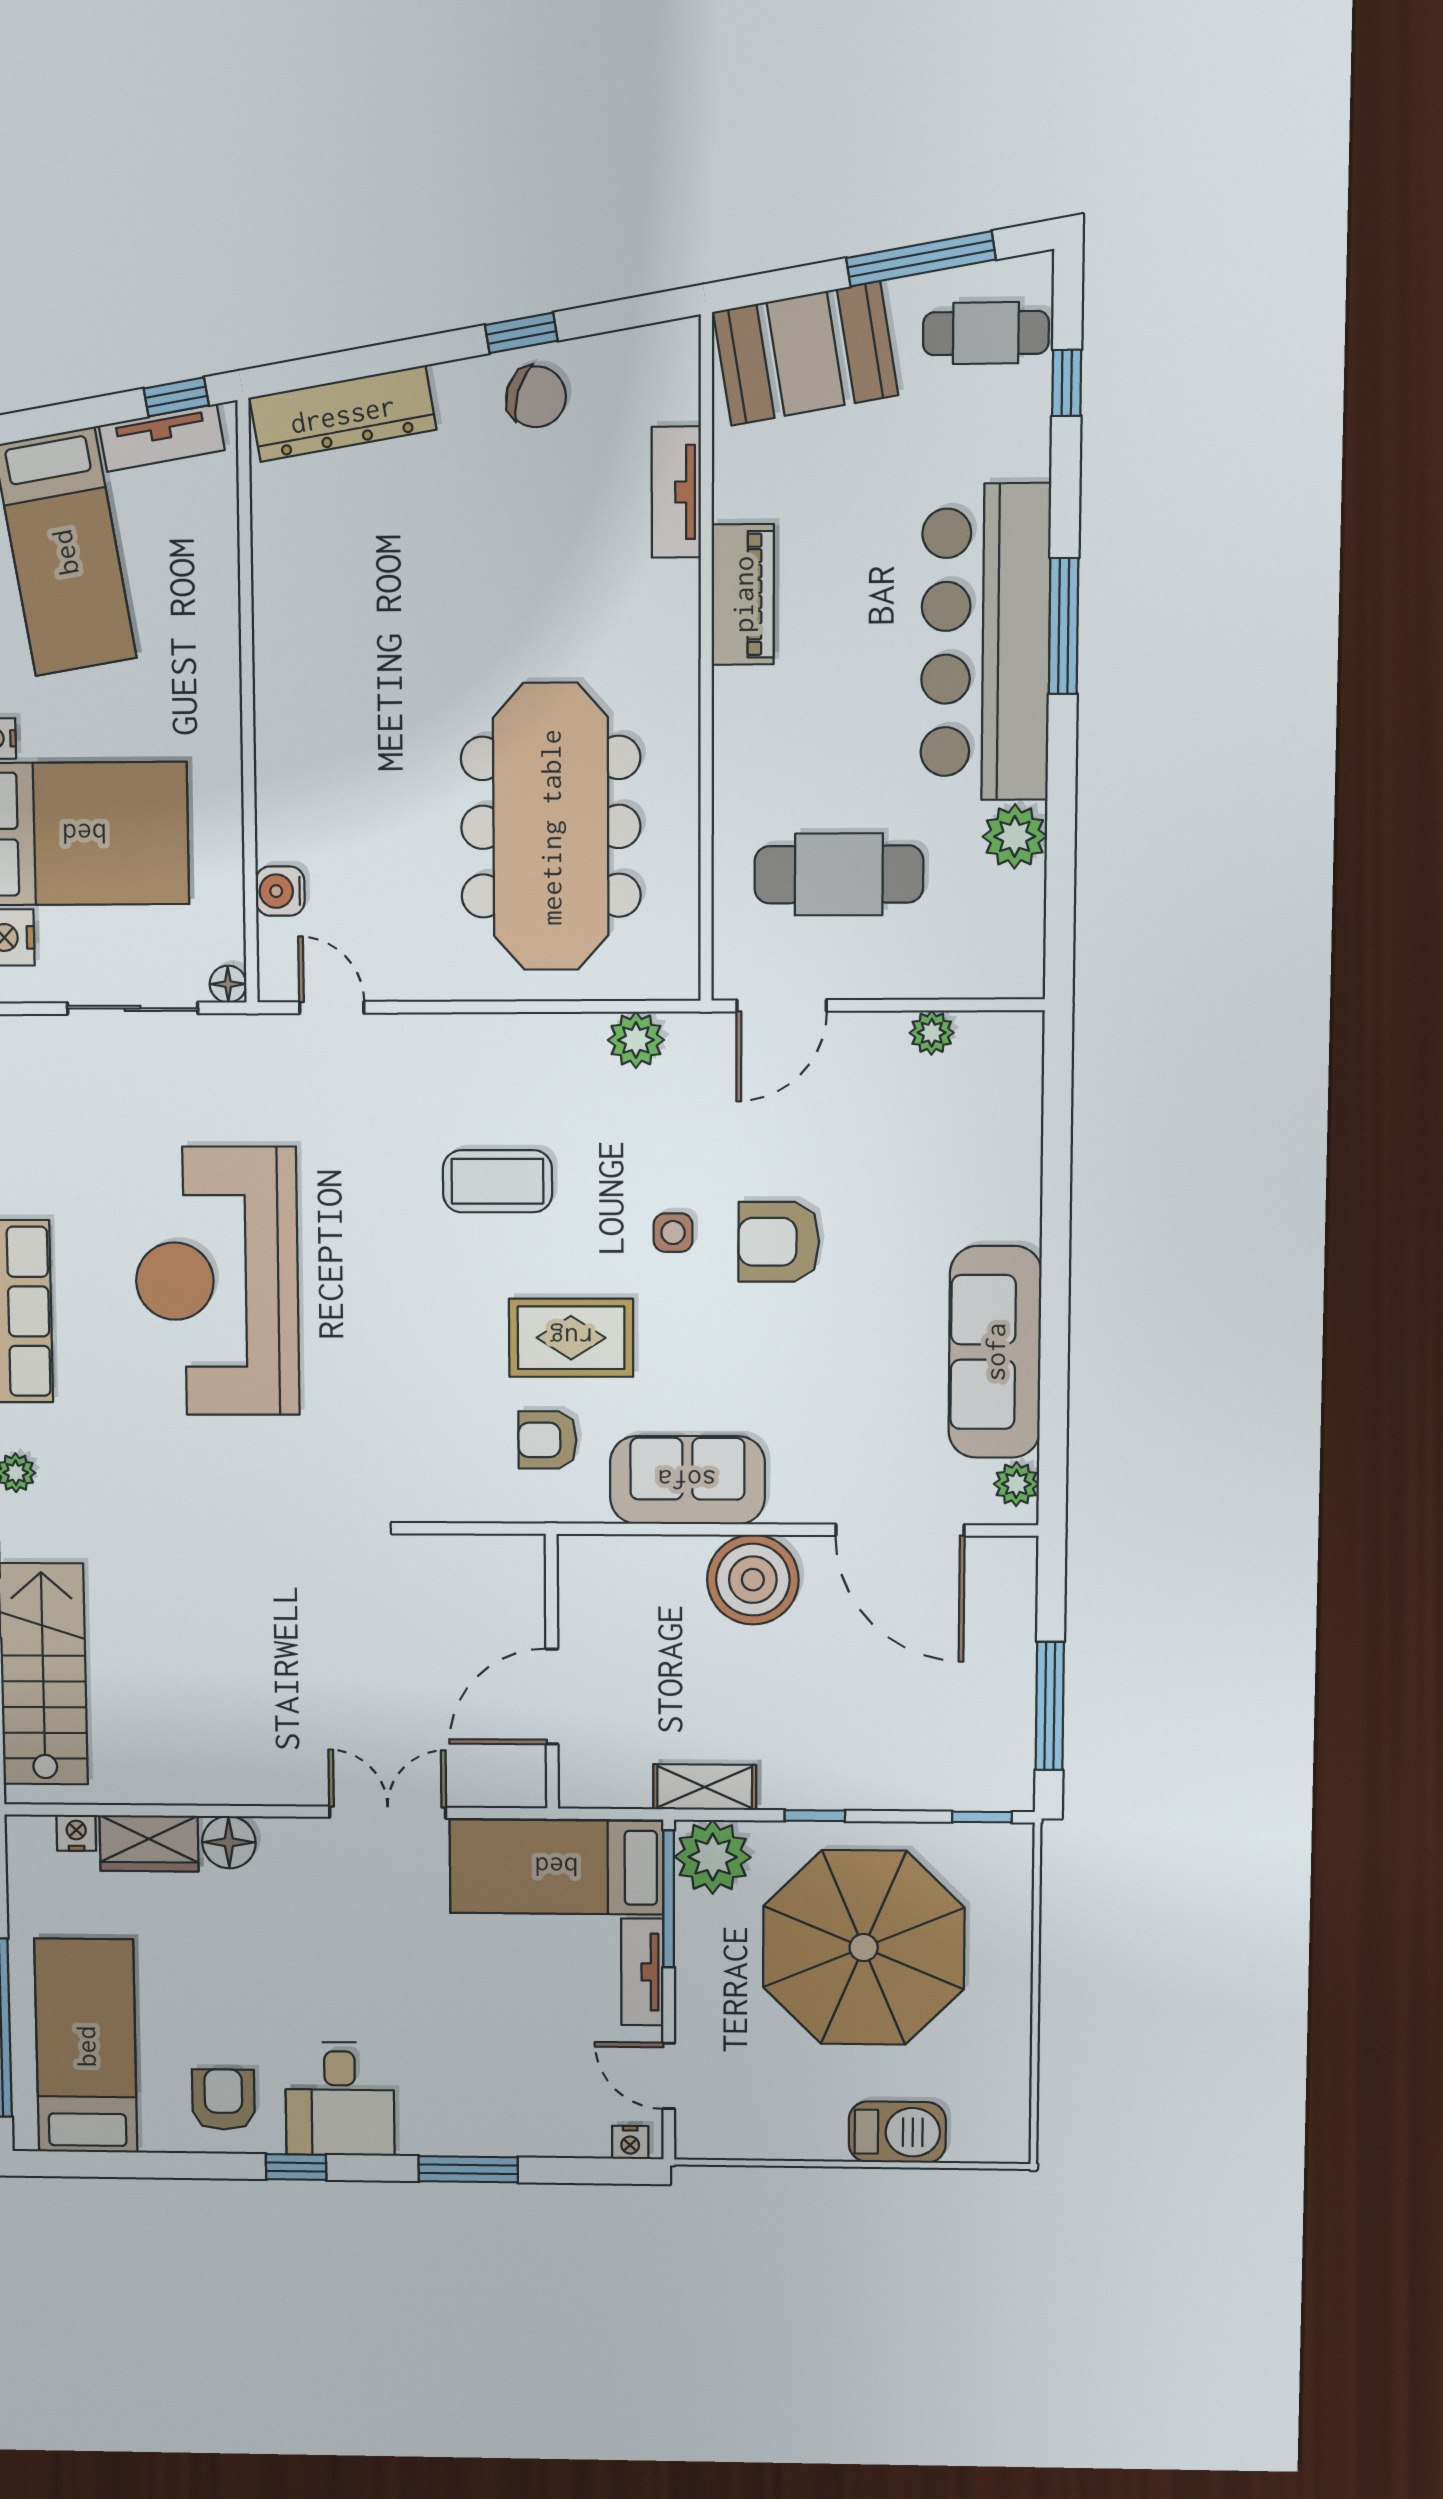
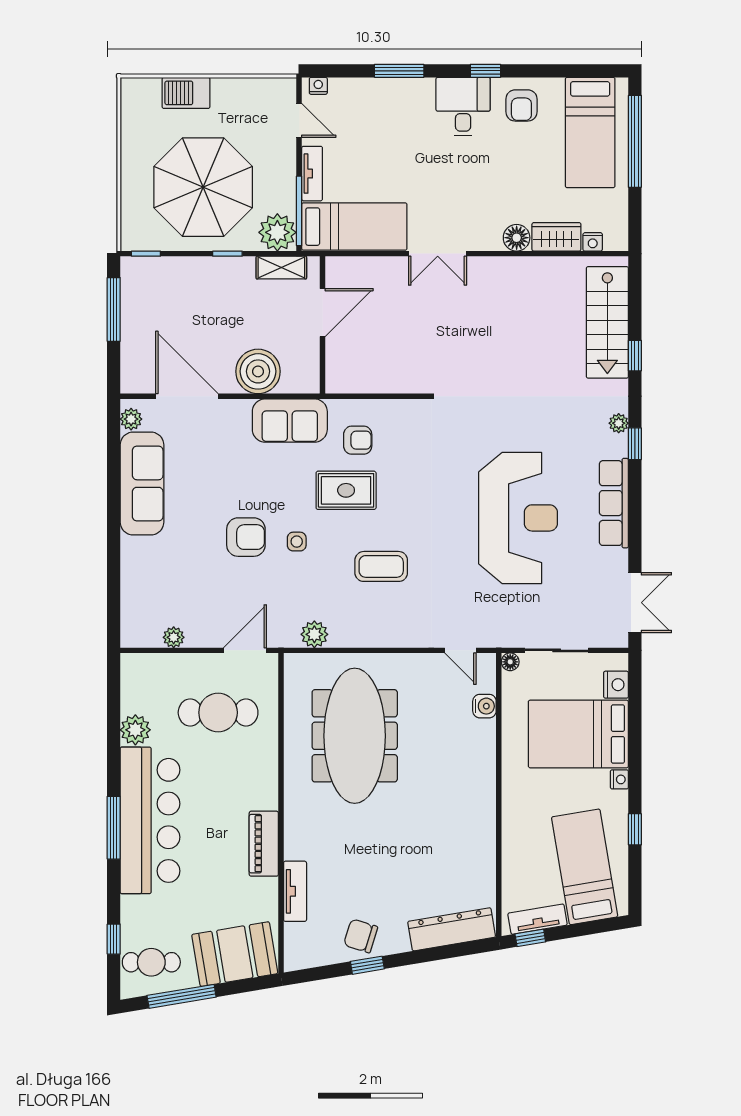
wall: (552, 1672) -> (322, 325), moved
door: (552, 1697) -> (322, 313), moved

